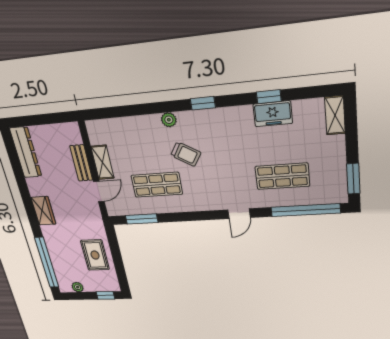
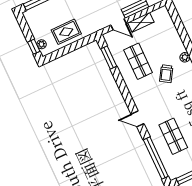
plant: (78, 287) -> (42, 44), moved

